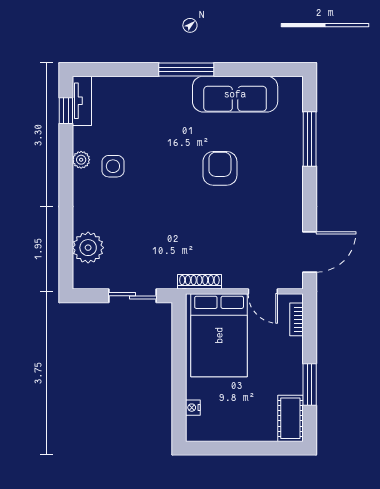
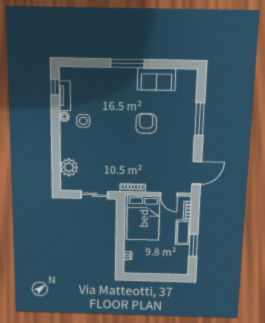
sofa: (235, 94) -> (156, 79), width x0.73
tv unit: (82, 101) -> (65, 96), moved
window: (310, 139) -> (199, 119), moved
cot: (290, 418) -> (183, 232), moved

